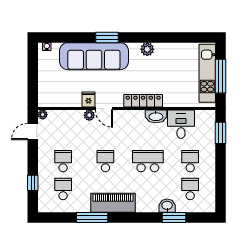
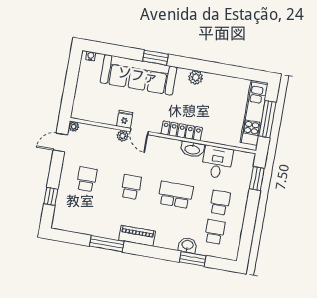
school desk: (63, 189) -> (81, 208), removed
piano: (113, 203) -> (137, 236), width x0.73, depth x0.75

